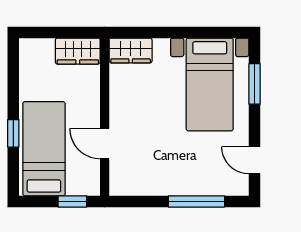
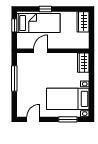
wardrobe: (78, 51) -> (83, 22), moved
window: (72, 201) -> (14, 25), moved
window: (196, 201) -> (14, 78), moved

